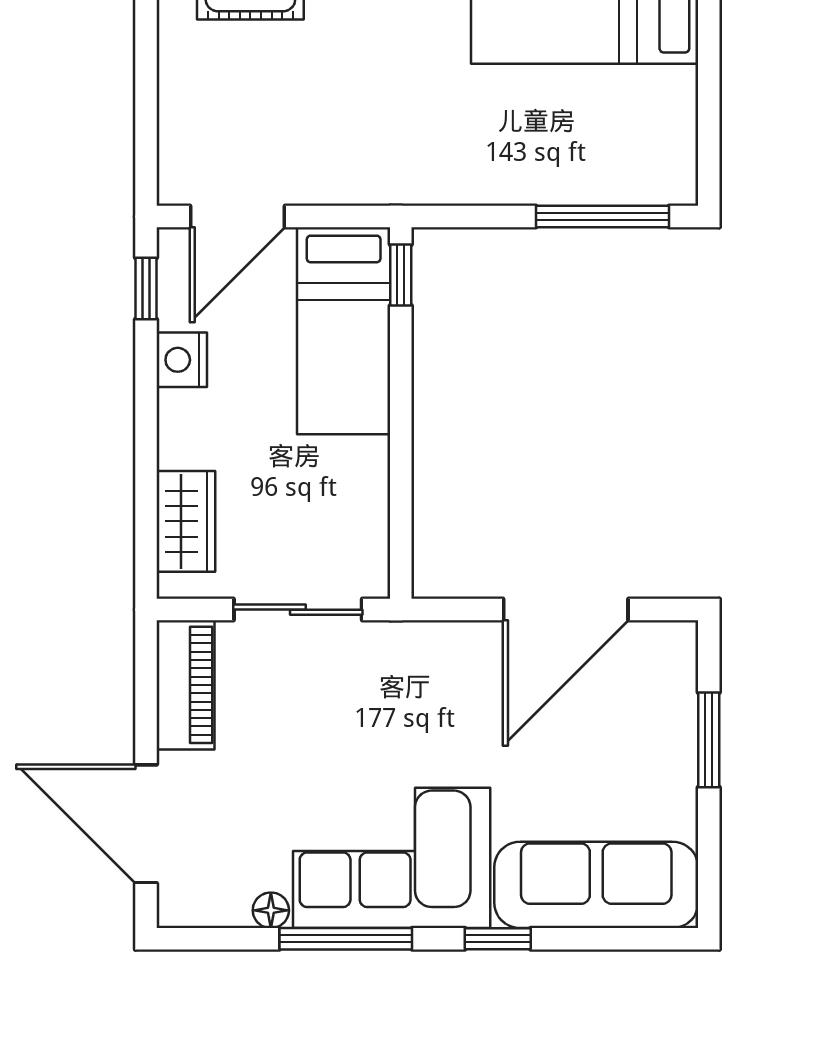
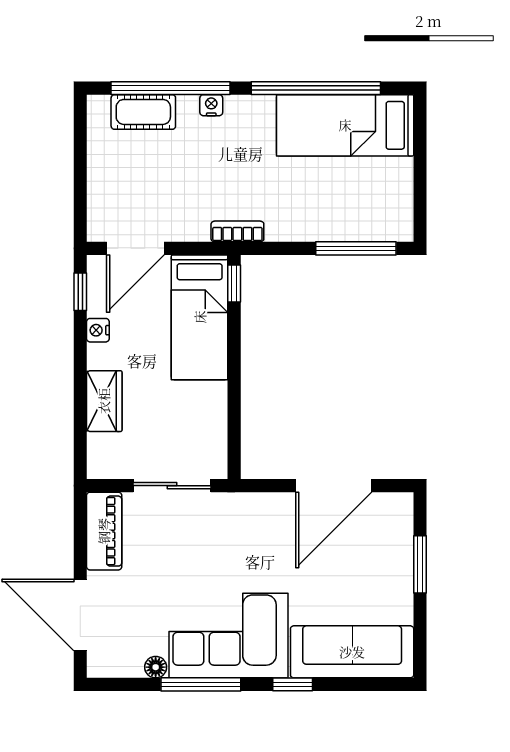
bookcase: (406, 189) -> (237, 231), added
nightstand: (182, 360) -> (98, 330), width x0.72, depth x0.74
wardrobe: (186, 521) -> (104, 401), moved

